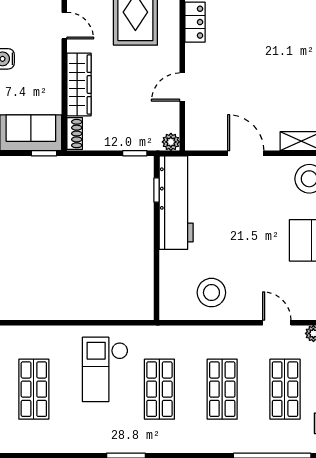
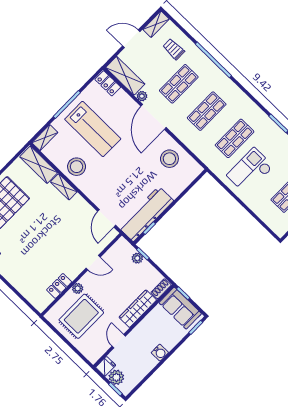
plant: (171, 40) -> (78, 288), added
plant: (171, 142) -> (137, 258), moved
door: (246, 153) -> (107, 218), moved
door: (277, 323) -> (154, 117), width x1.88
checkout: (105, 369) -> (250, 171), turned 180

